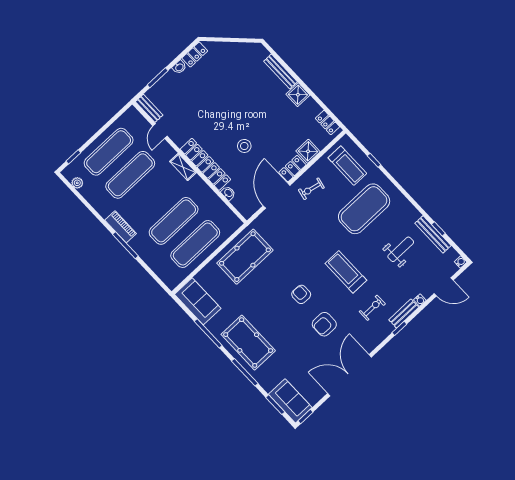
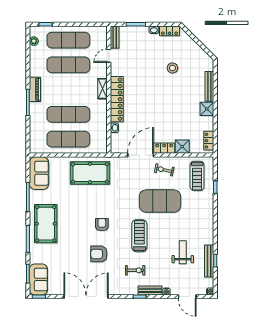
stool: (244, 146) -> (172, 68), moved
exercise mat: (364, 209) -> (160, 201), moved
weight bench: (401, 249) -> (183, 252), turned -90

